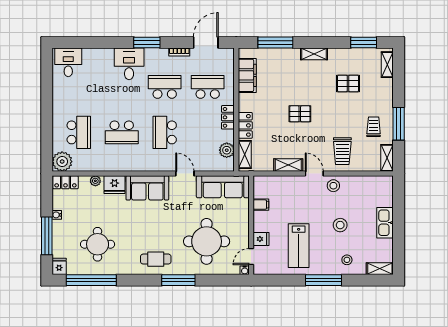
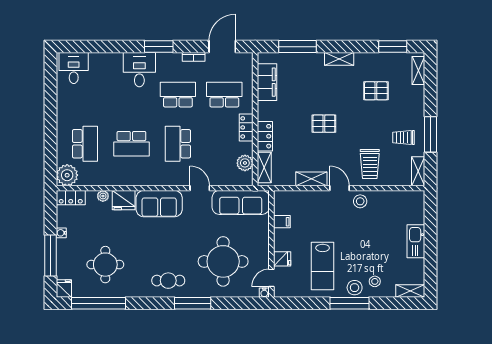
trolley: (374, 127) -> (404, 138), turned -90
stool: (340, 225) -> (355, 288), moved

